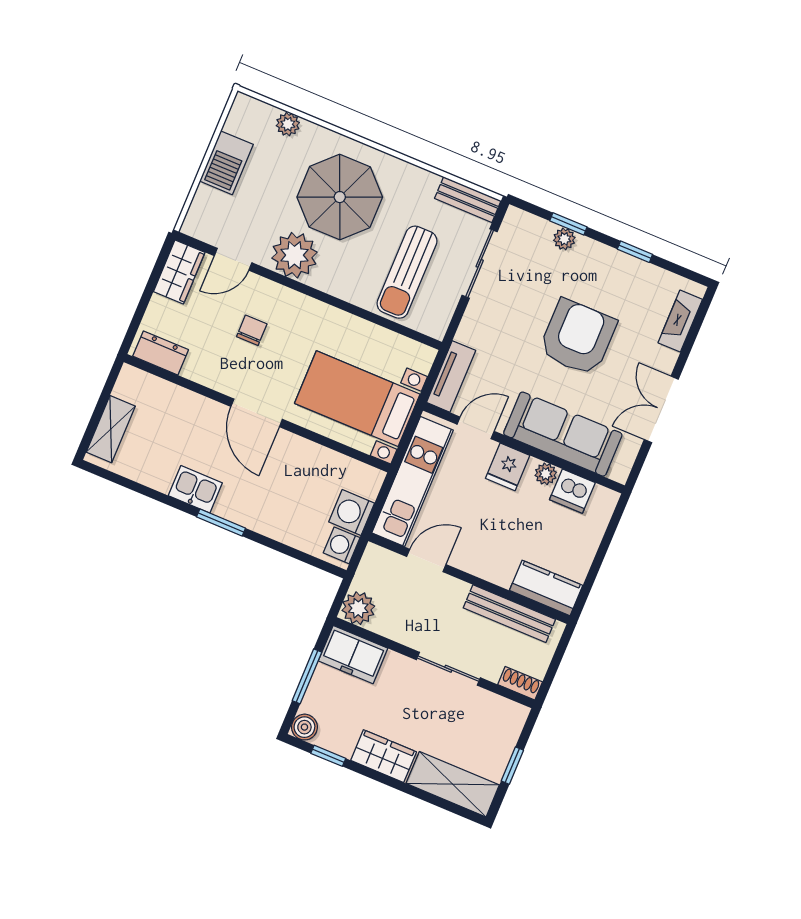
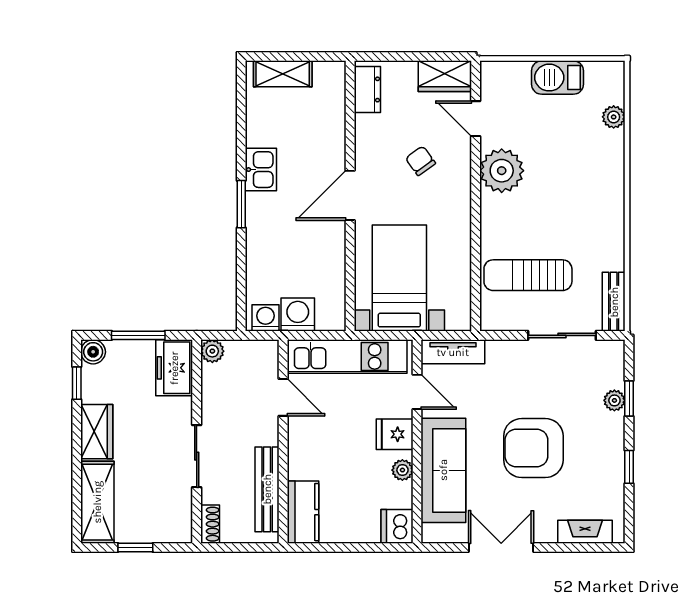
parasol: (340, 197) -> (569, 189), removed
chair: (252, 330) -> (420, 161), turned -126
armchair: (578, 337) -> (533, 448), turned 180
dishwasher: (572, 491) -> (397, 526), moved
plant: (358, 608) -> (212, 351), width x0.73, depth x0.73

